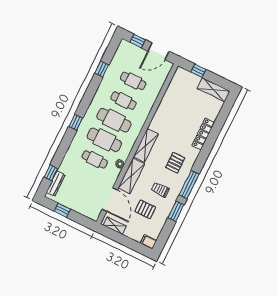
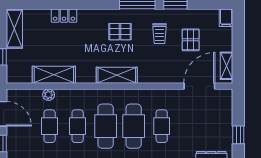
locker: (203, 134) -> (64, 16), width x0.66
plant: (120, 164) -> (49, 95), moved
shelving: (131, 176) -> (54, 75), moved

